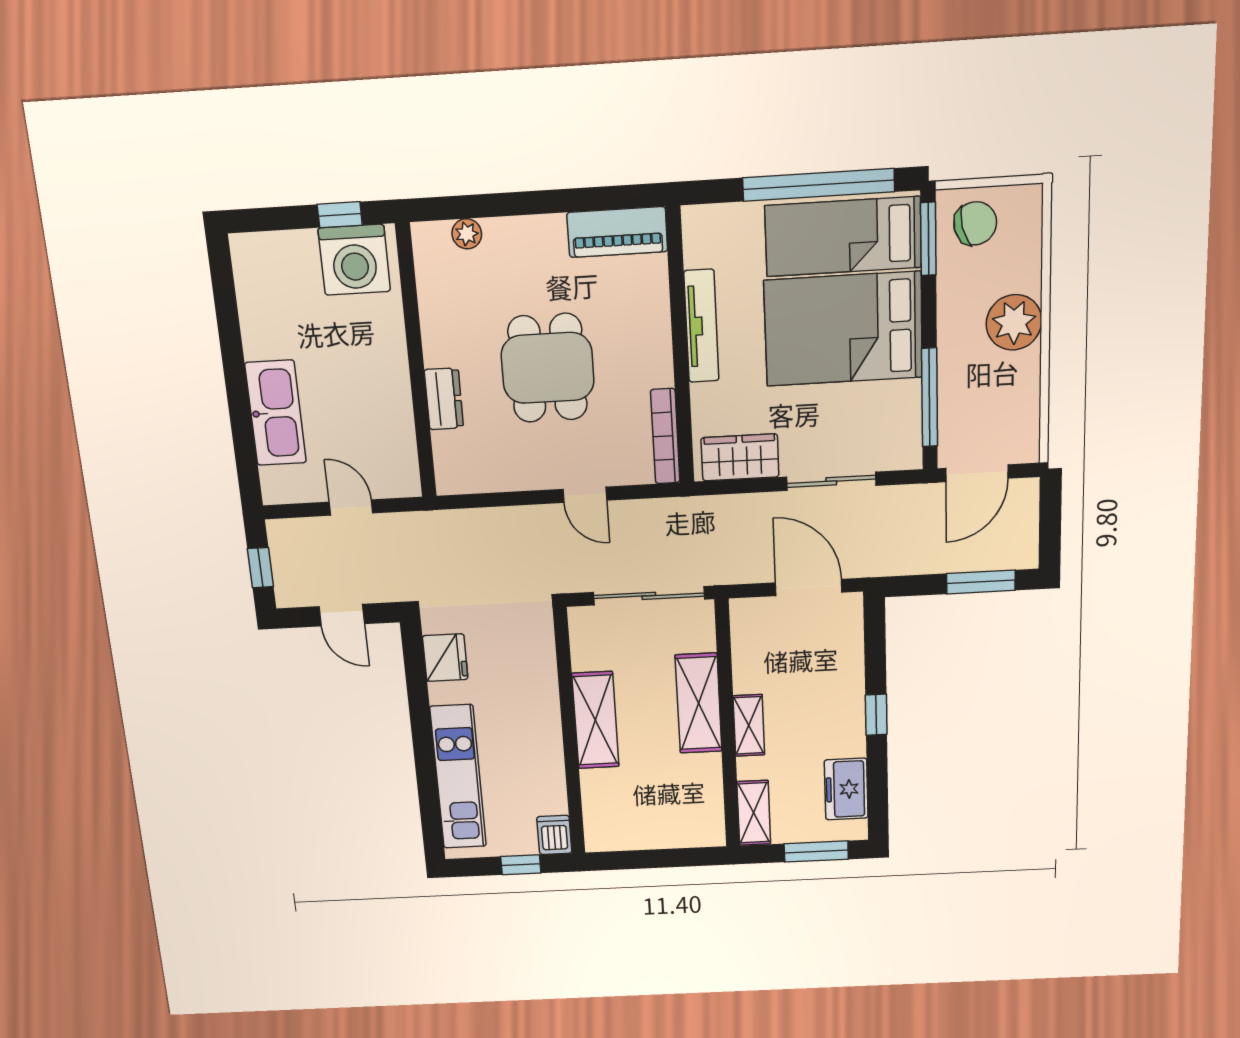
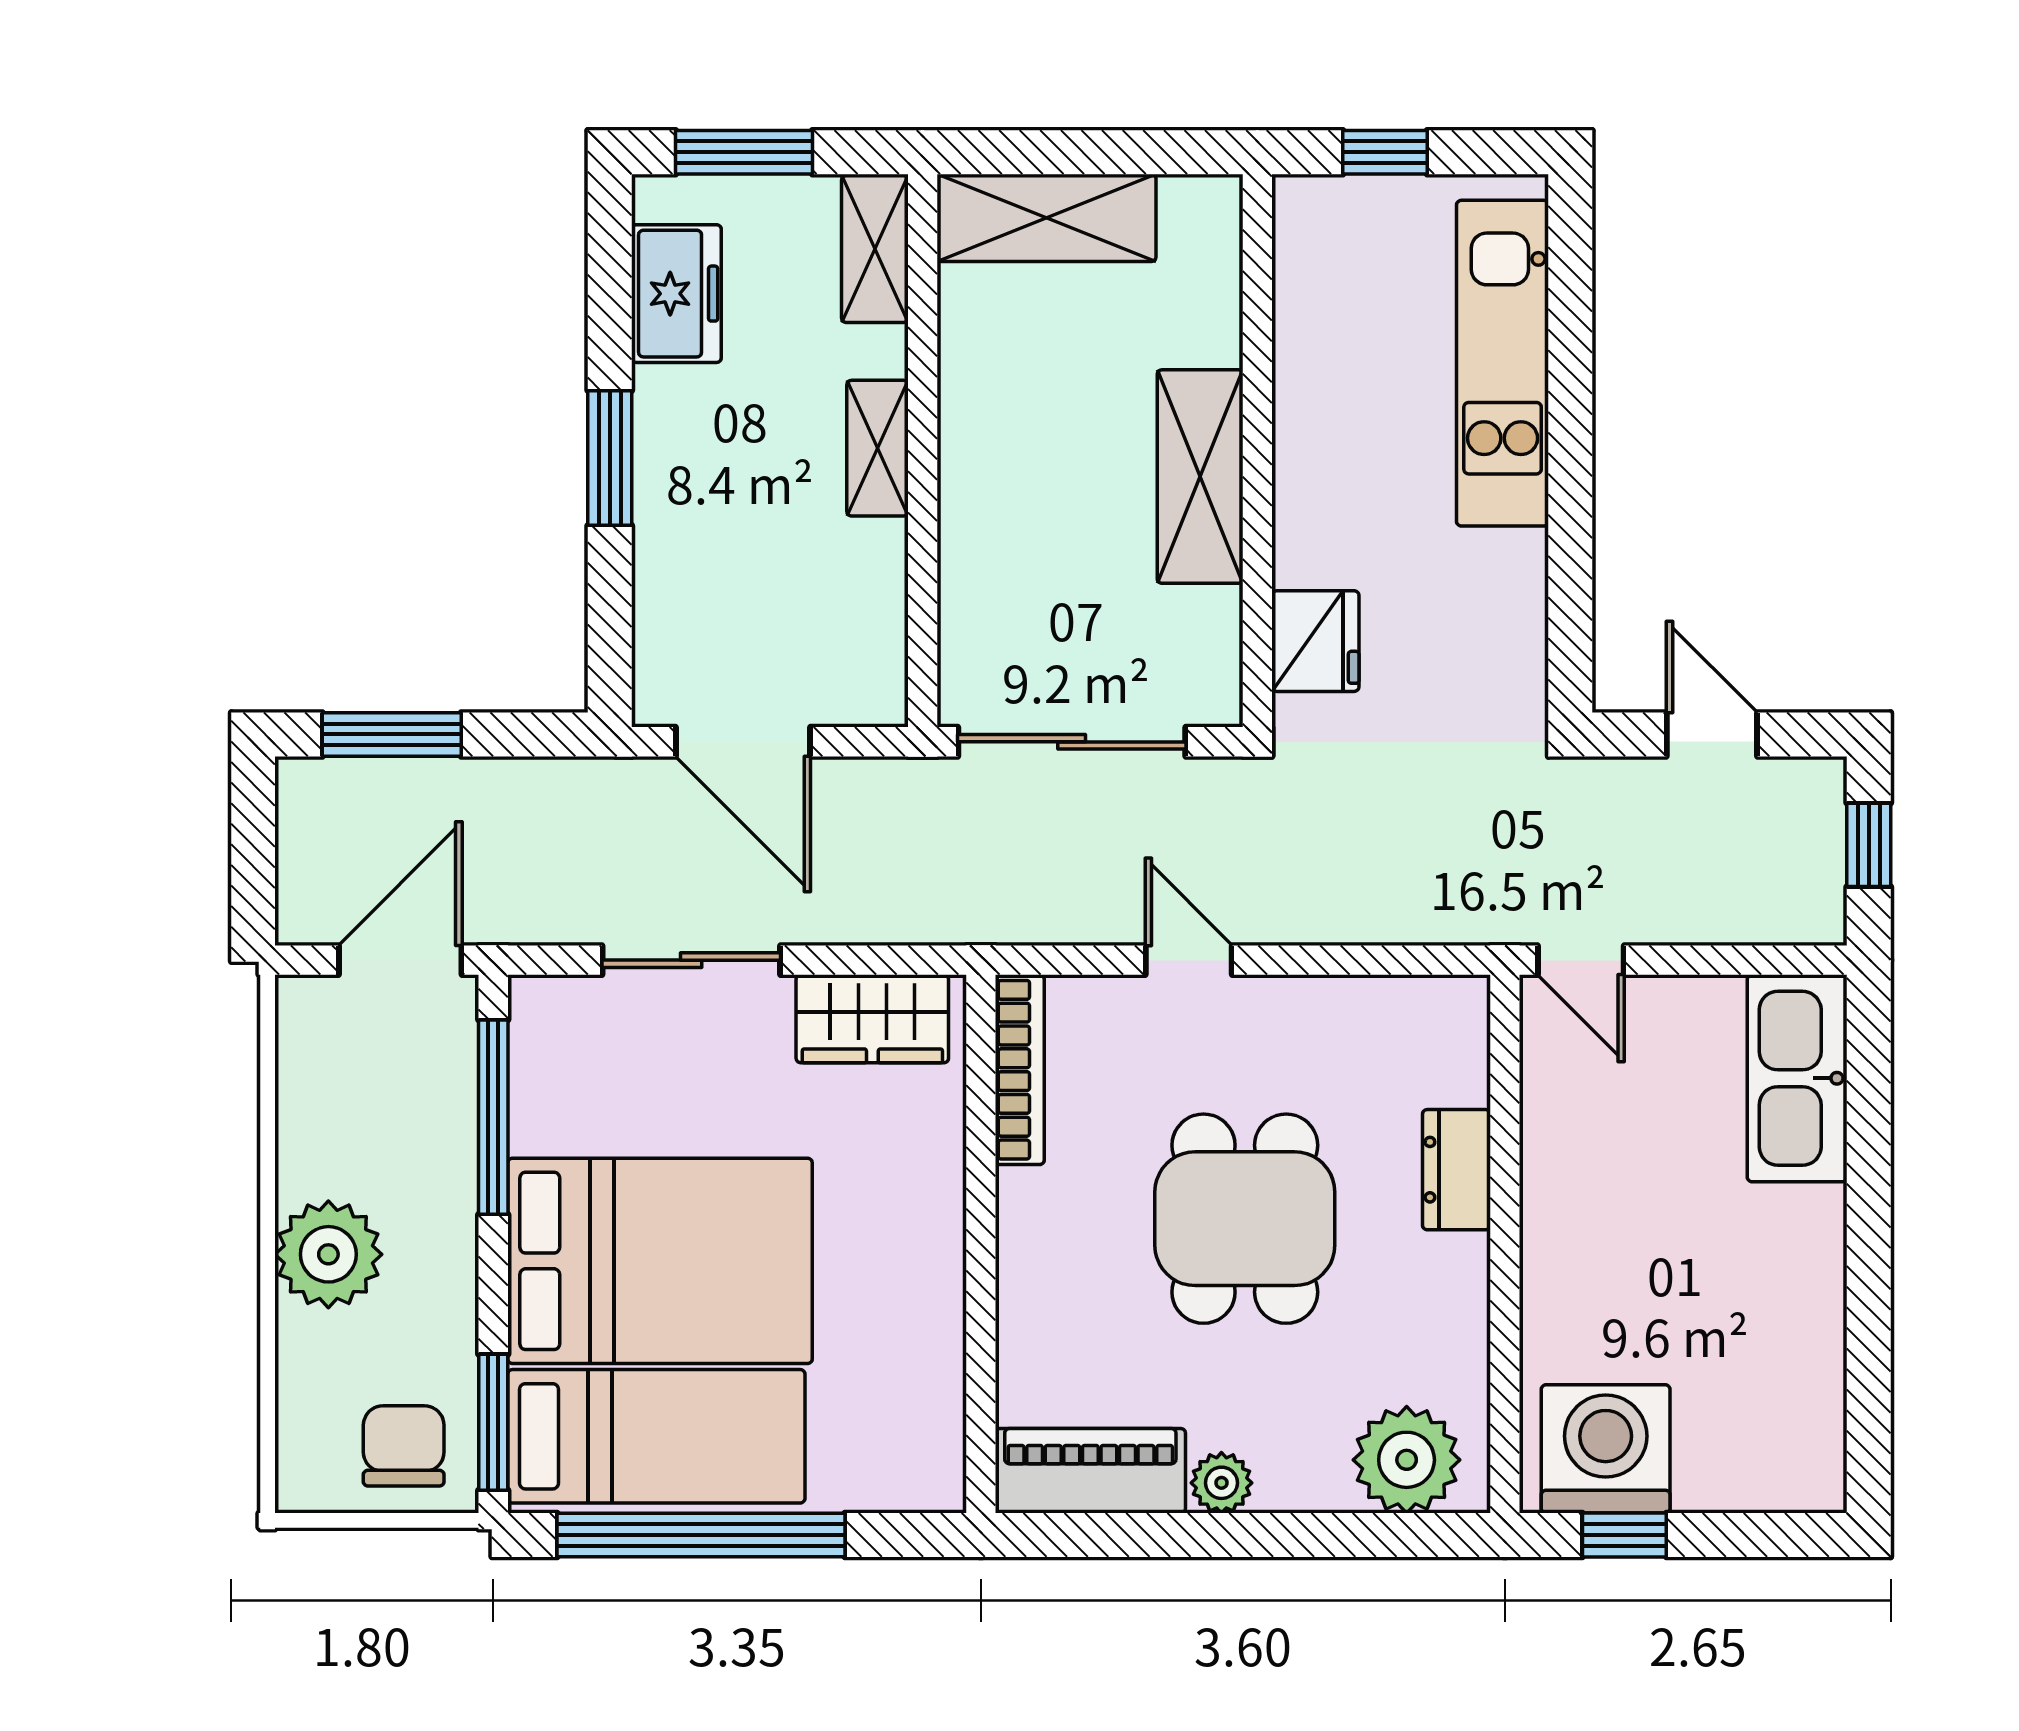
chair: (975, 223) -> (404, 1446), turned 104
plant: (549, 230) -> (1221, 1483), added
plant: (467, 234) -> (1407, 1460), width x1.88, depth x1.88
tv unit: (701, 326) -> (937, 1283), removed
kitchen sink: (276, 413) -> (1797, 1078), moved
door: (351, 508) -> (1581, 960), moved
fridge: (445, 658) -> (1315, 641), moved, turned 180
shelving: (699, 703) -> (1046, 218), moved, turned 90
window: (876, 715) -> (610, 458), width x1.50
dishwasher: (554, 835) -> (1307, 219), removed

